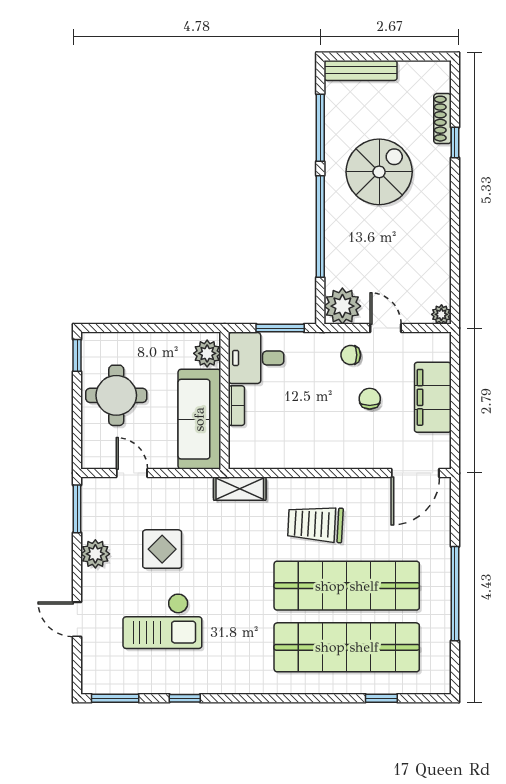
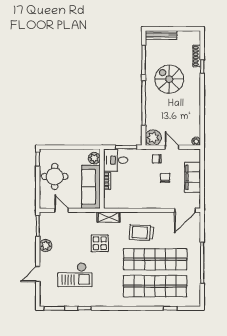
spiral stairs: (379, 172) -> (169, 79), turned -90
display table: (162, 549) -> (100, 243), moved
door: (77, 619) -> (38, 274), hinge flipped

